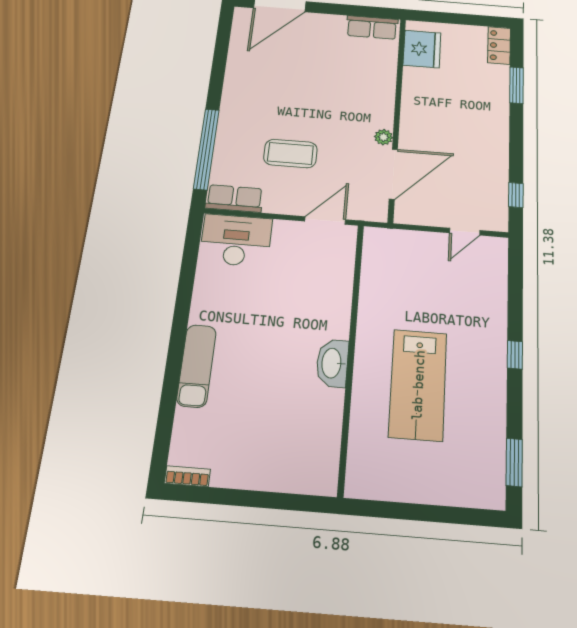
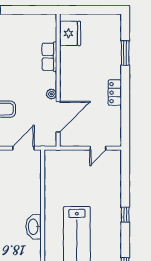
row of seats: (372, 27) -> (49, 57), moved, turned 90
locker: (499, 45) -> (115, 93), moved
window: (516, 195) -> (125, 124), removed

